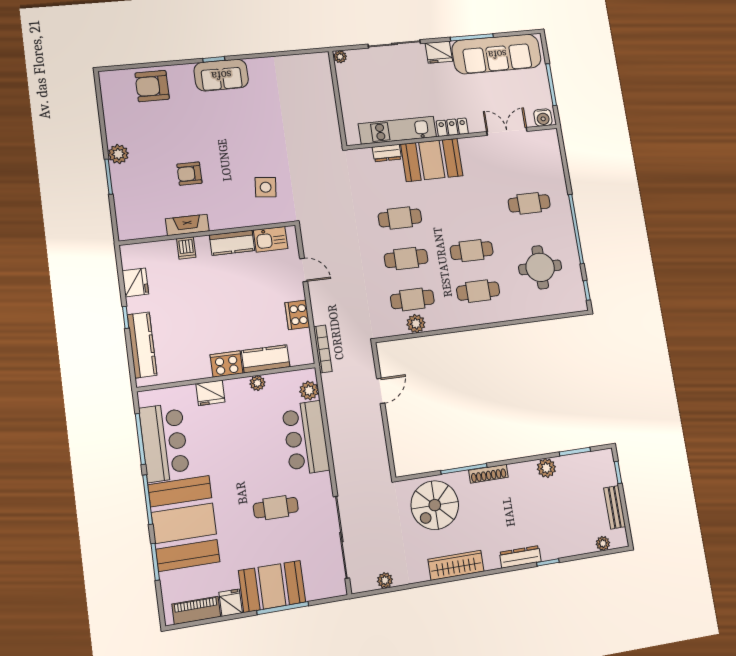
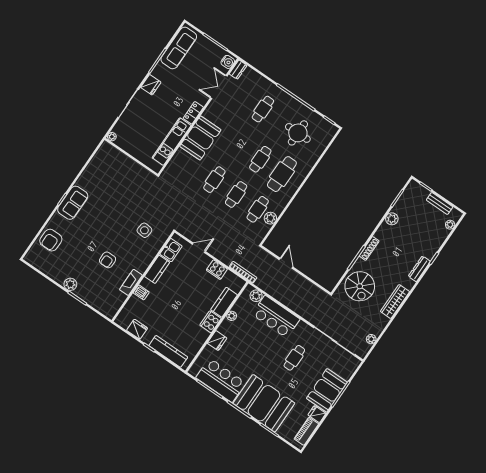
sofa: (497, 54) -> (179, 48), width x0.74, depth x0.79
dresser: (387, 153) -> (238, 70), moved
cafe table: (478, 291) -> (282, 174), width x1.37, depth x1.35

